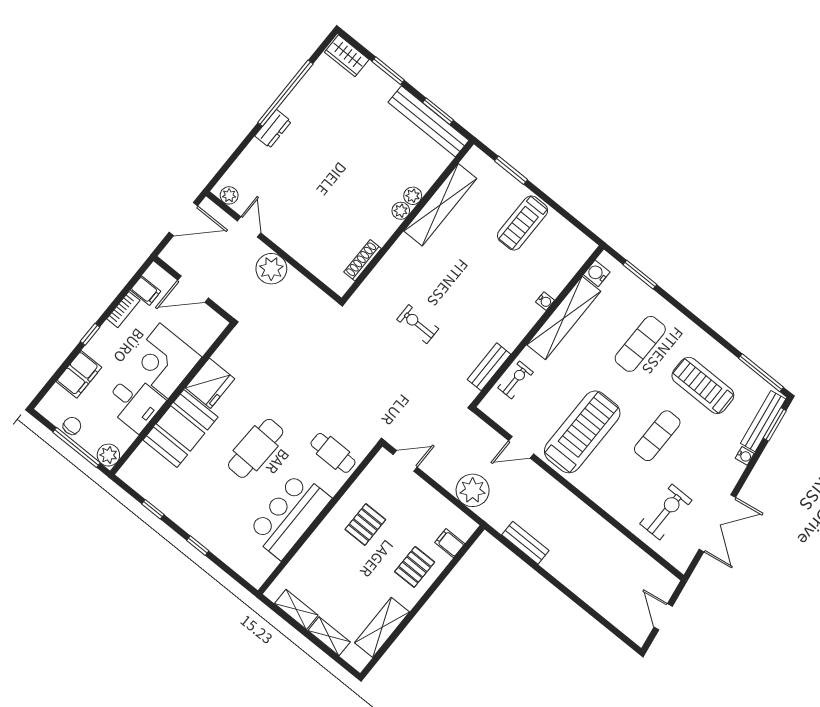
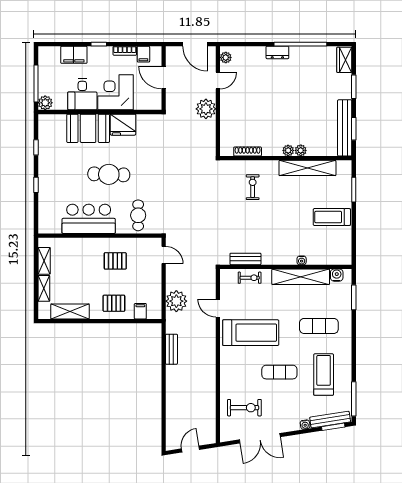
exercise bike: (418, 324) -> (253, 187), moved
chair: (72, 426) -> (45, 72), removed

